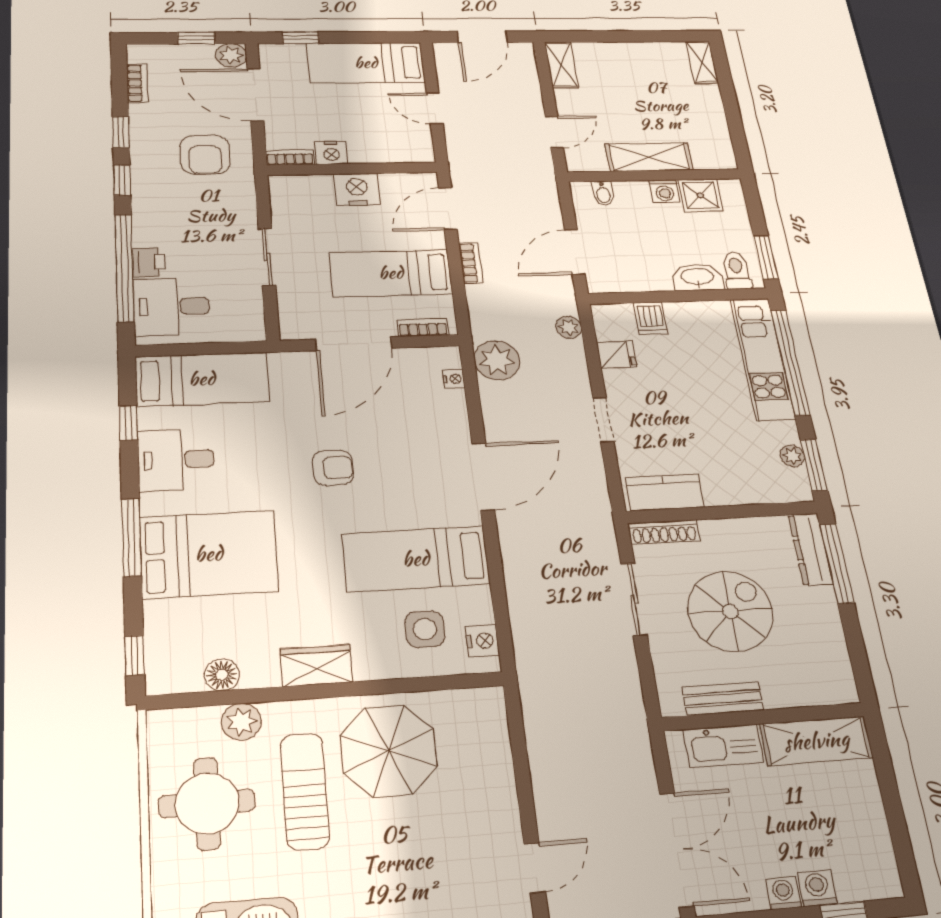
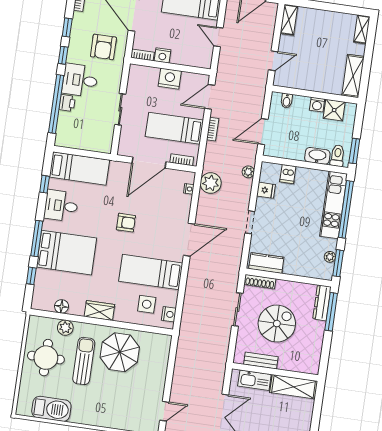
shelving: (649, 157) -> (353, 76), moved, turned 90
desk: (172, 307) -> (80, 80), moved
window: (135, 655) -> (31, 276), moved

